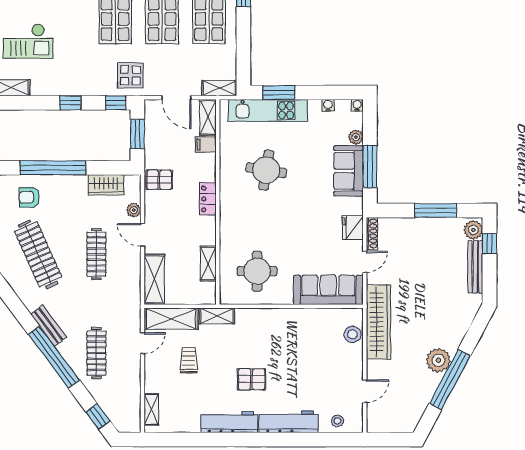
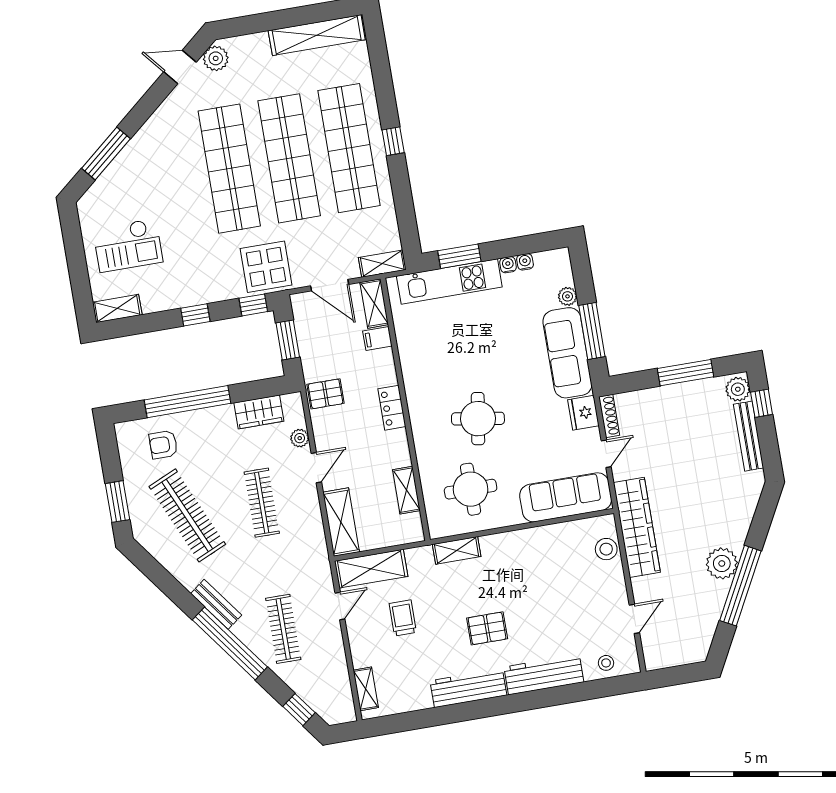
display table: (130, 75) -> (266, 267), width x1.36, depth x1.36
water cooler: (357, 105) -> (508, 265), moved
round table: (266, 170) -> (478, 419), moved
sofa: (348, 171) -> (567, 353), width x1.36
door: (142, 235) -> (316, 468), swing flipped
shelving: (217, 316) -> (457, 550), moved

